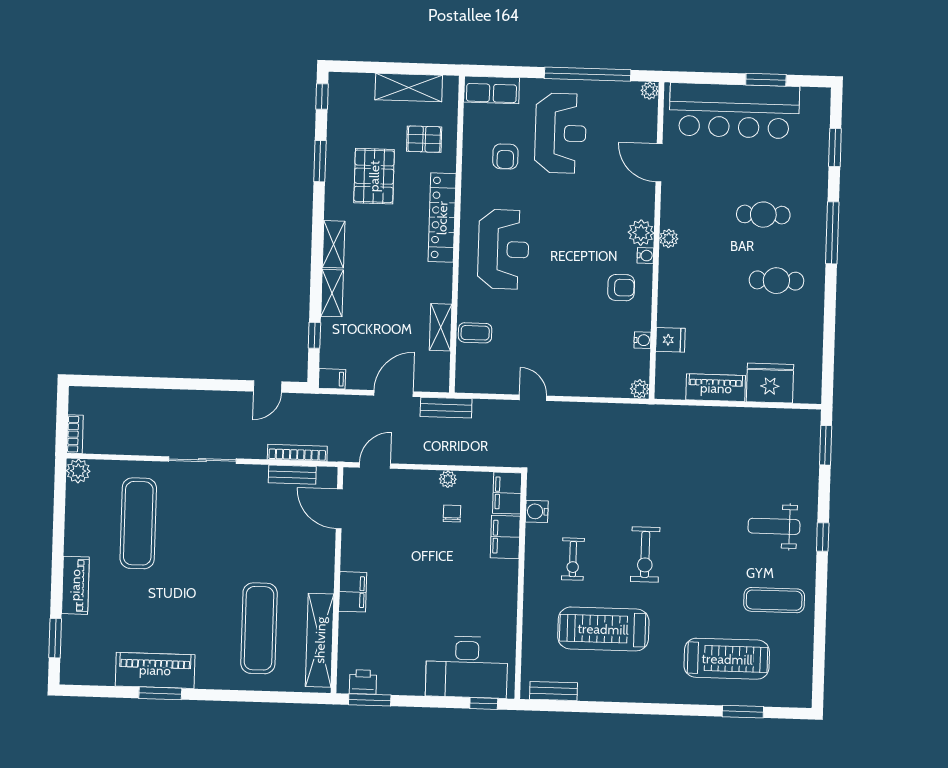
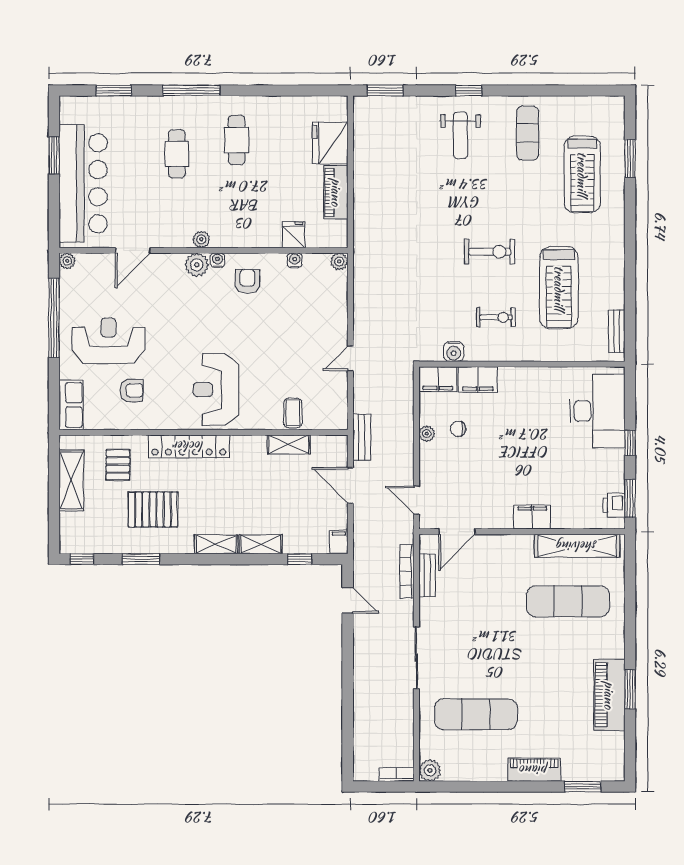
reception desk: (503, 249) -> (216, 390), turned -90
treadmill: (727, 659) -> (582, 174), turned 180
window: (484, 703) -> (630, 443), moved

